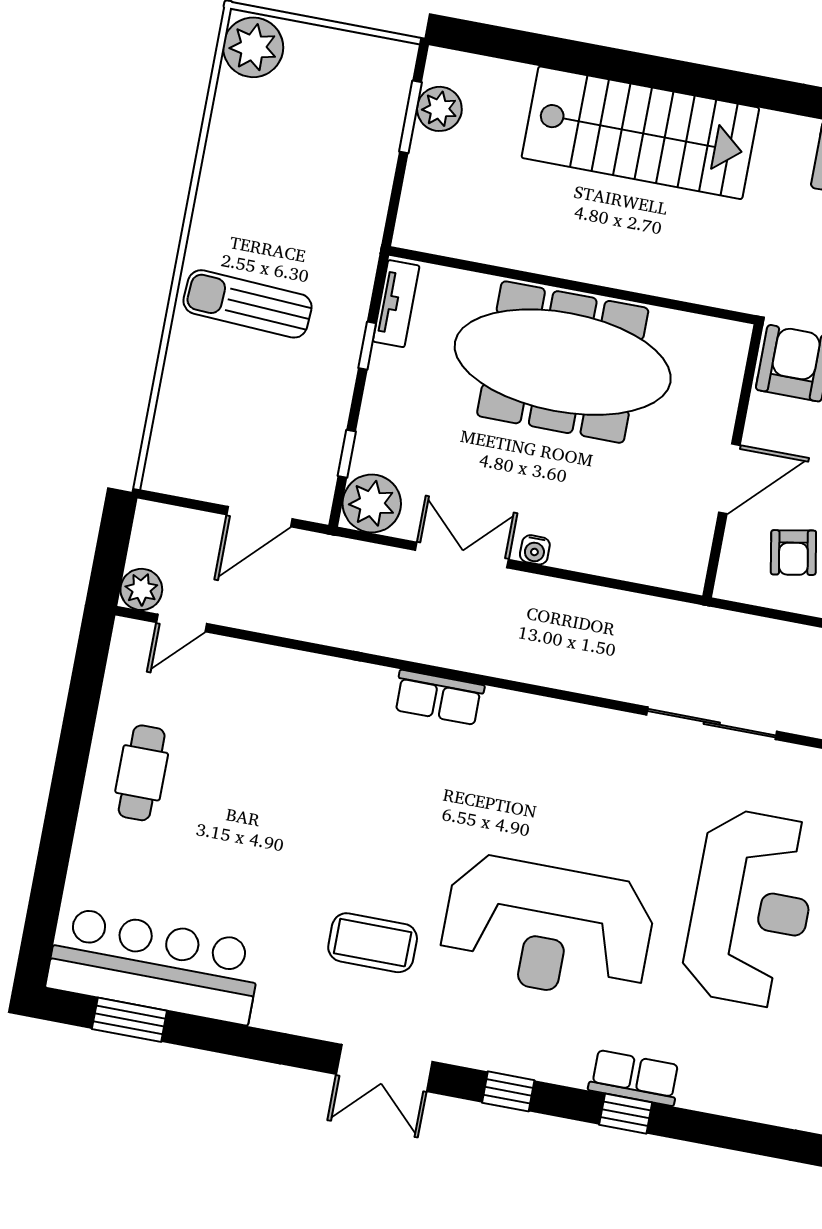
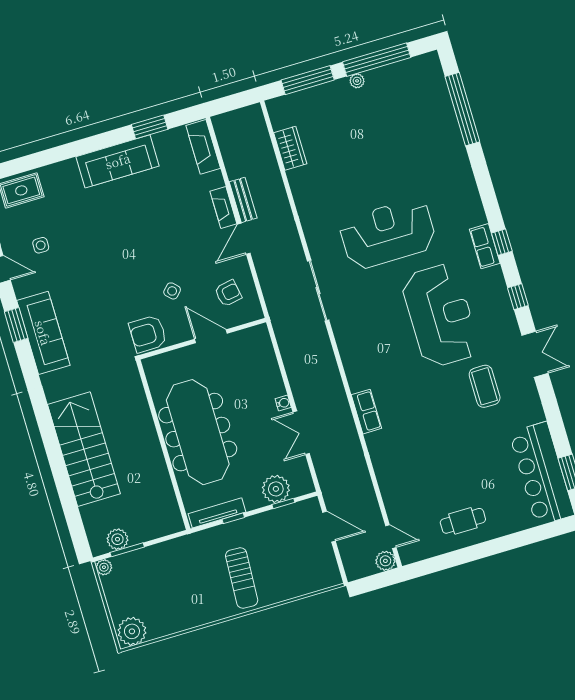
plant: (400, 57) -> (104, 567), added
tv unit: (396, 304) -> (217, 513), width x1.41
plant: (372, 503) -> (276, 489), moved

